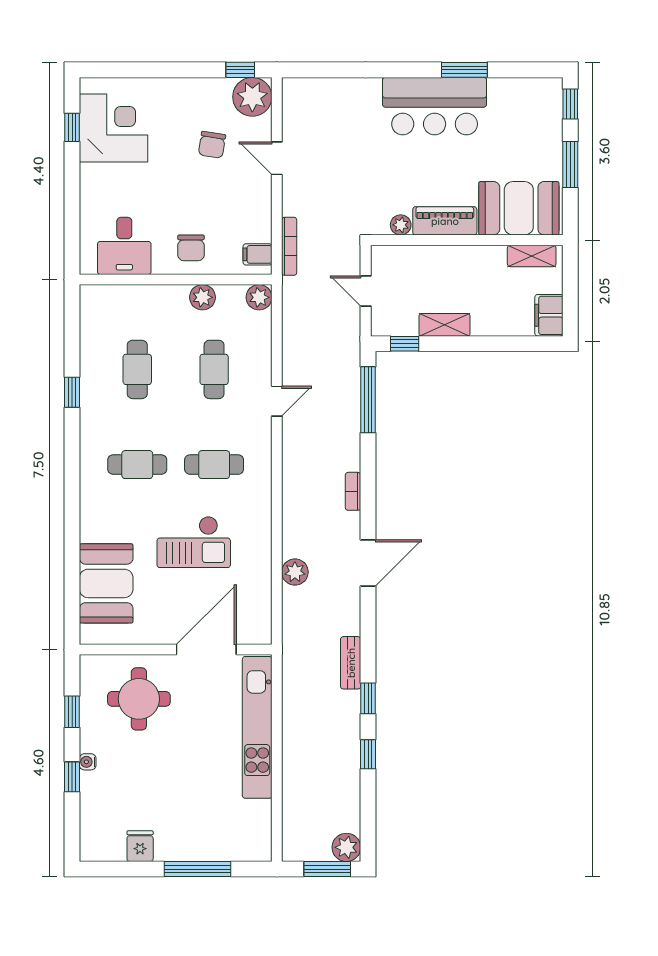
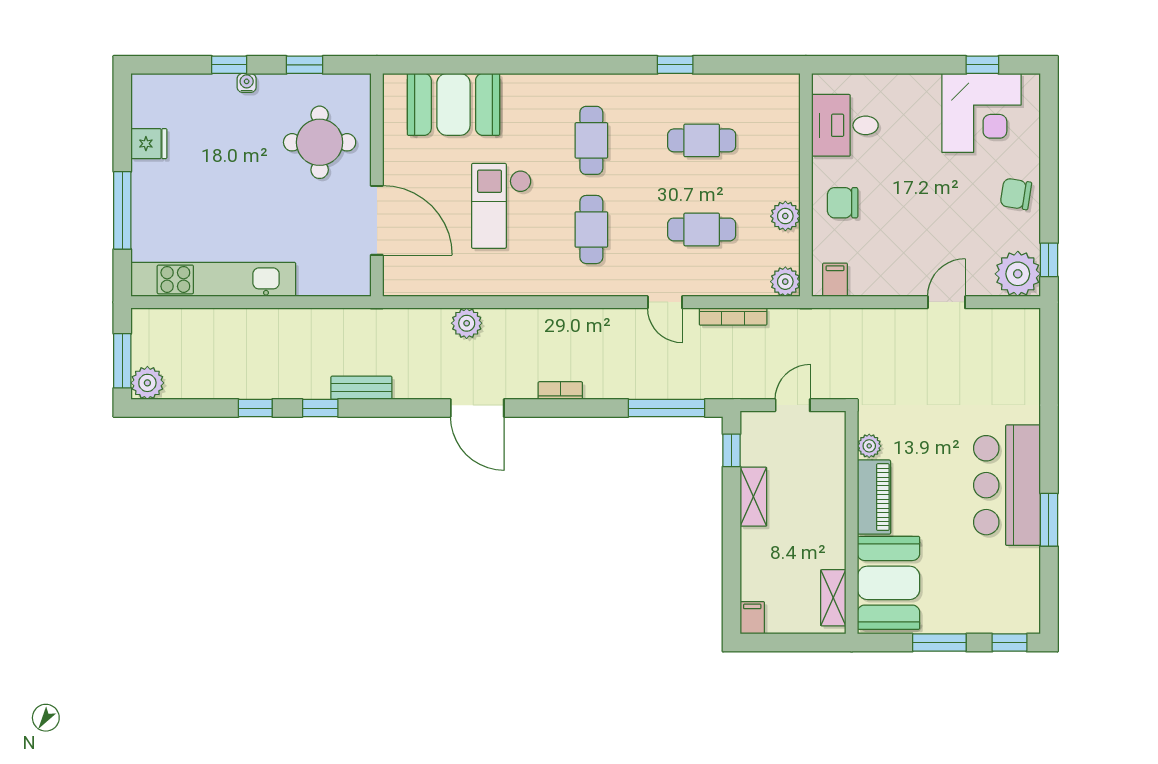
chair: (212, 145) -> (1016, 194), moved
bookcase: (289, 246) -> (733, 317), moved
filing cabinet: (549, 315) -> (752, 618), width x0.50
kitchen unit: (257, 727) -> (213, 279), moved

